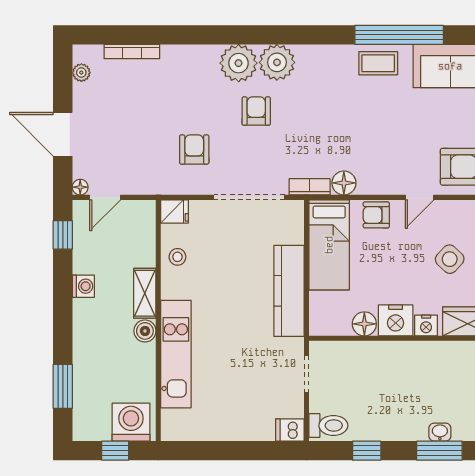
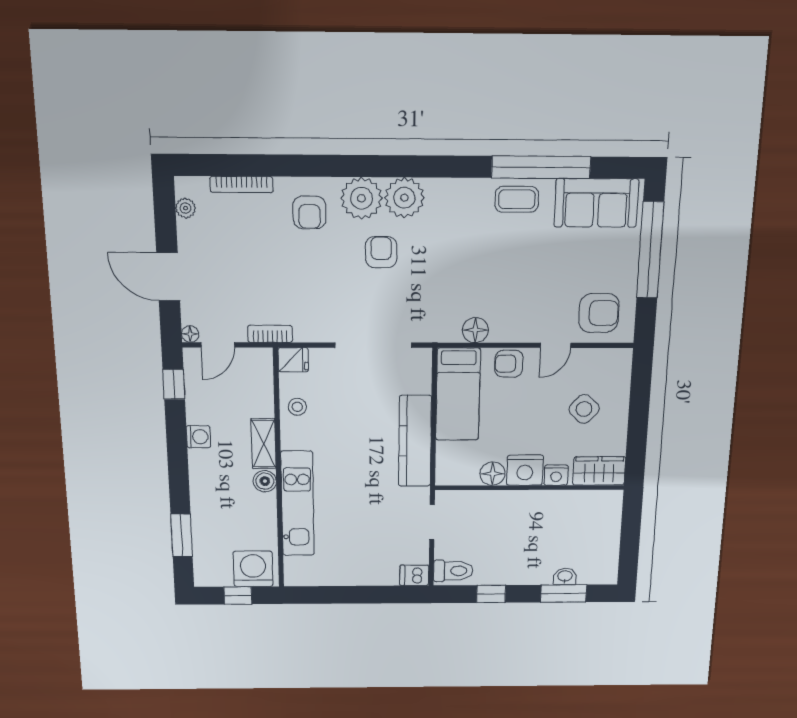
armchair: (194, 149) -> (309, 213), moved, turned 180
bookcase: (310, 187) -> (270, 334), moved

